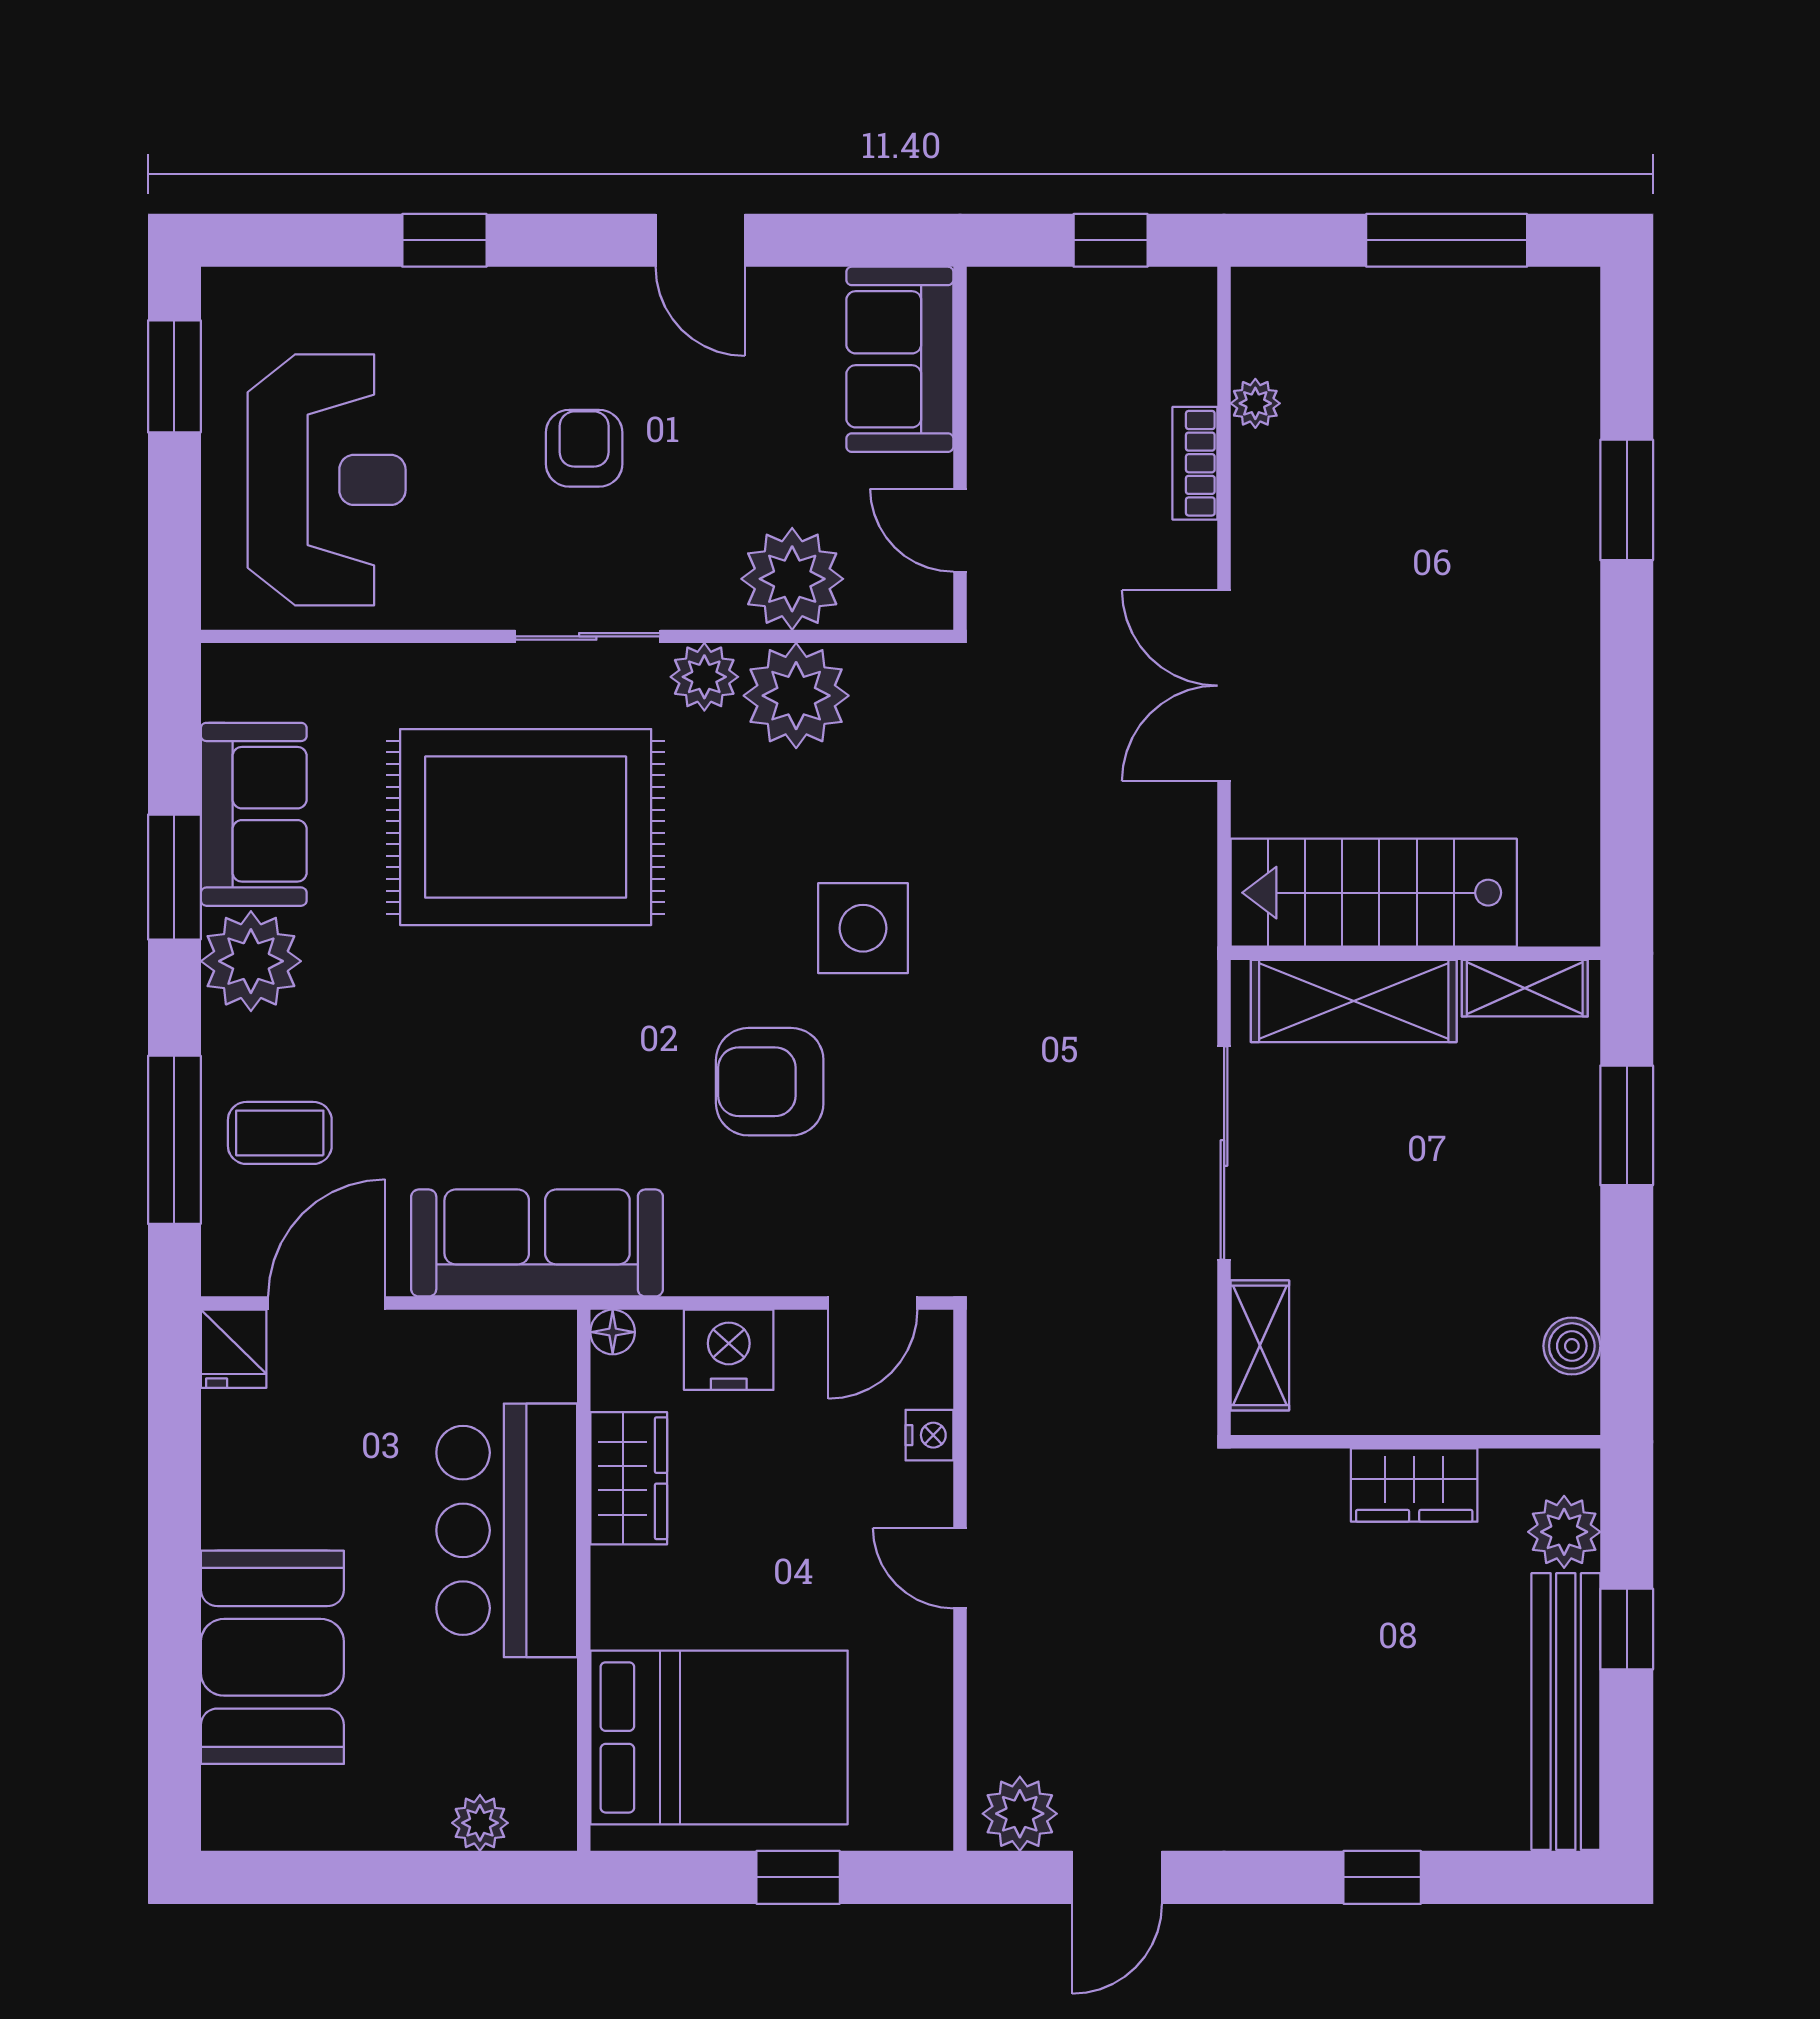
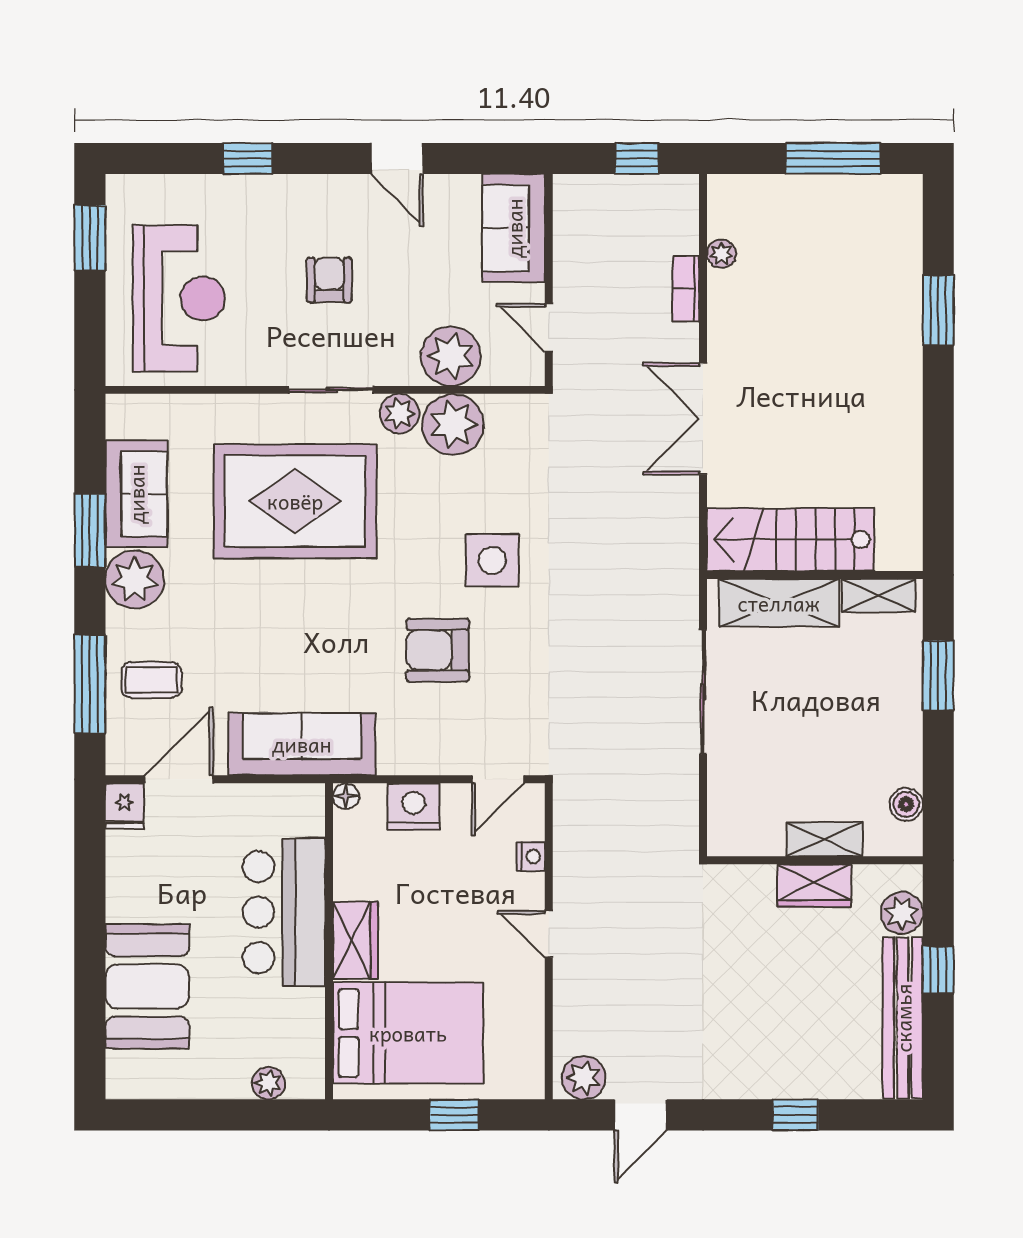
shelving: (1260, 1345) -> (824, 839), moved, turned 90
wardrobe: (629, 1478) -> (355, 941), moved

